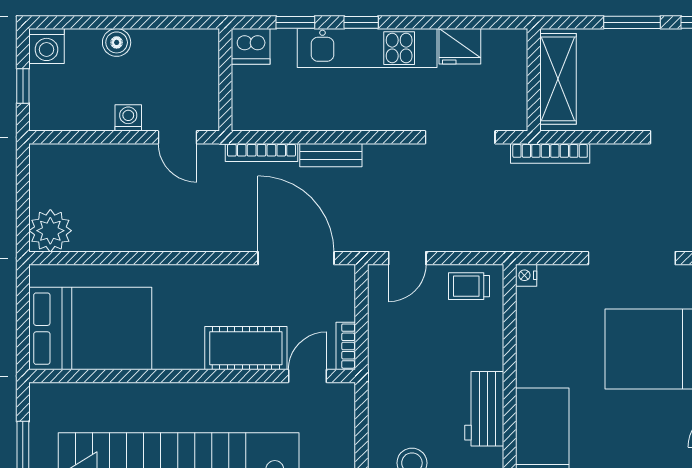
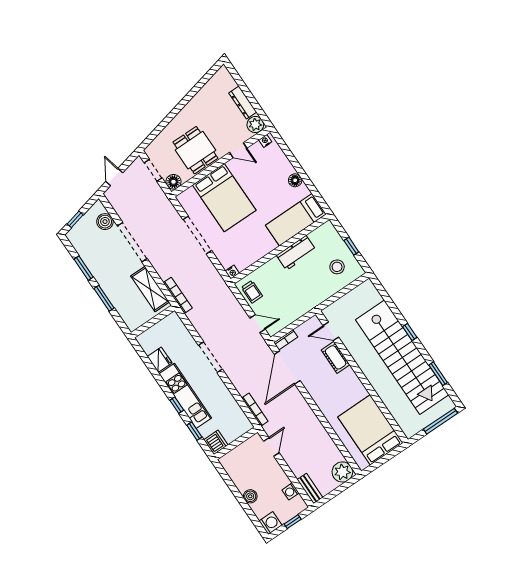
shelving: (558, 79) -> (150, 289), moved, turned 90
washing machine: (128, 118) -> (291, 491), moved
doorway: (460, 137) -> (210, 357), moved
bench: (331, 155) -> (310, 488), moved
bookcase: (346, 346) -> (286, 340), moved
cot: (246, 348) -> (336, 357), width x0.73, depth x0.75

